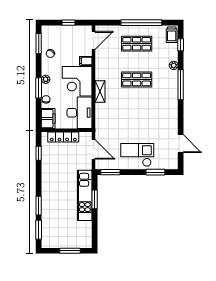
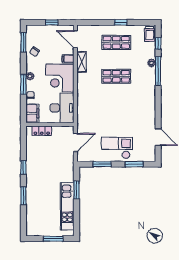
window: (141, 23) -> (121, 22), width x0.32
door: (94, 40) -> (75, 39), swing flipped
window: (181, 85) -> (158, 71), moved
shelving: (100, 91) -> (82, 62), moved
locker: (63, 137) -> (42, 131), width x0.66
door: (94, 149) -> (75, 143), hinge flipped
window: (39, 153) -> (23, 167), moved
window: (110, 172) -> (102, 164), moved
kitchen unit: (85, 195) -> (67, 206), moved
window: (39, 230) -> (23, 219), removed

